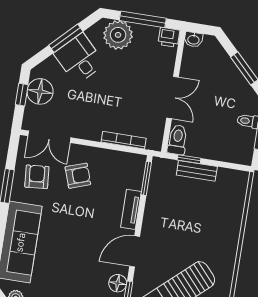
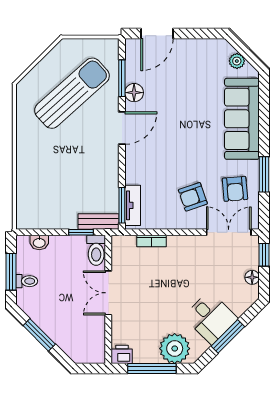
washbasin: (193, 39) -> (39, 243), moved, turned 180
floor lamp: (40, 91) -> (252, 277), width x0.53, depth x0.53
window: (22, 95) -> (264, 255), moved
bookcase: (124, 140) -> (152, 241), width x0.64
bench: (197, 171) -> (99, 221), moved
tv unit: (131, 209) -> (133, 205), moved

